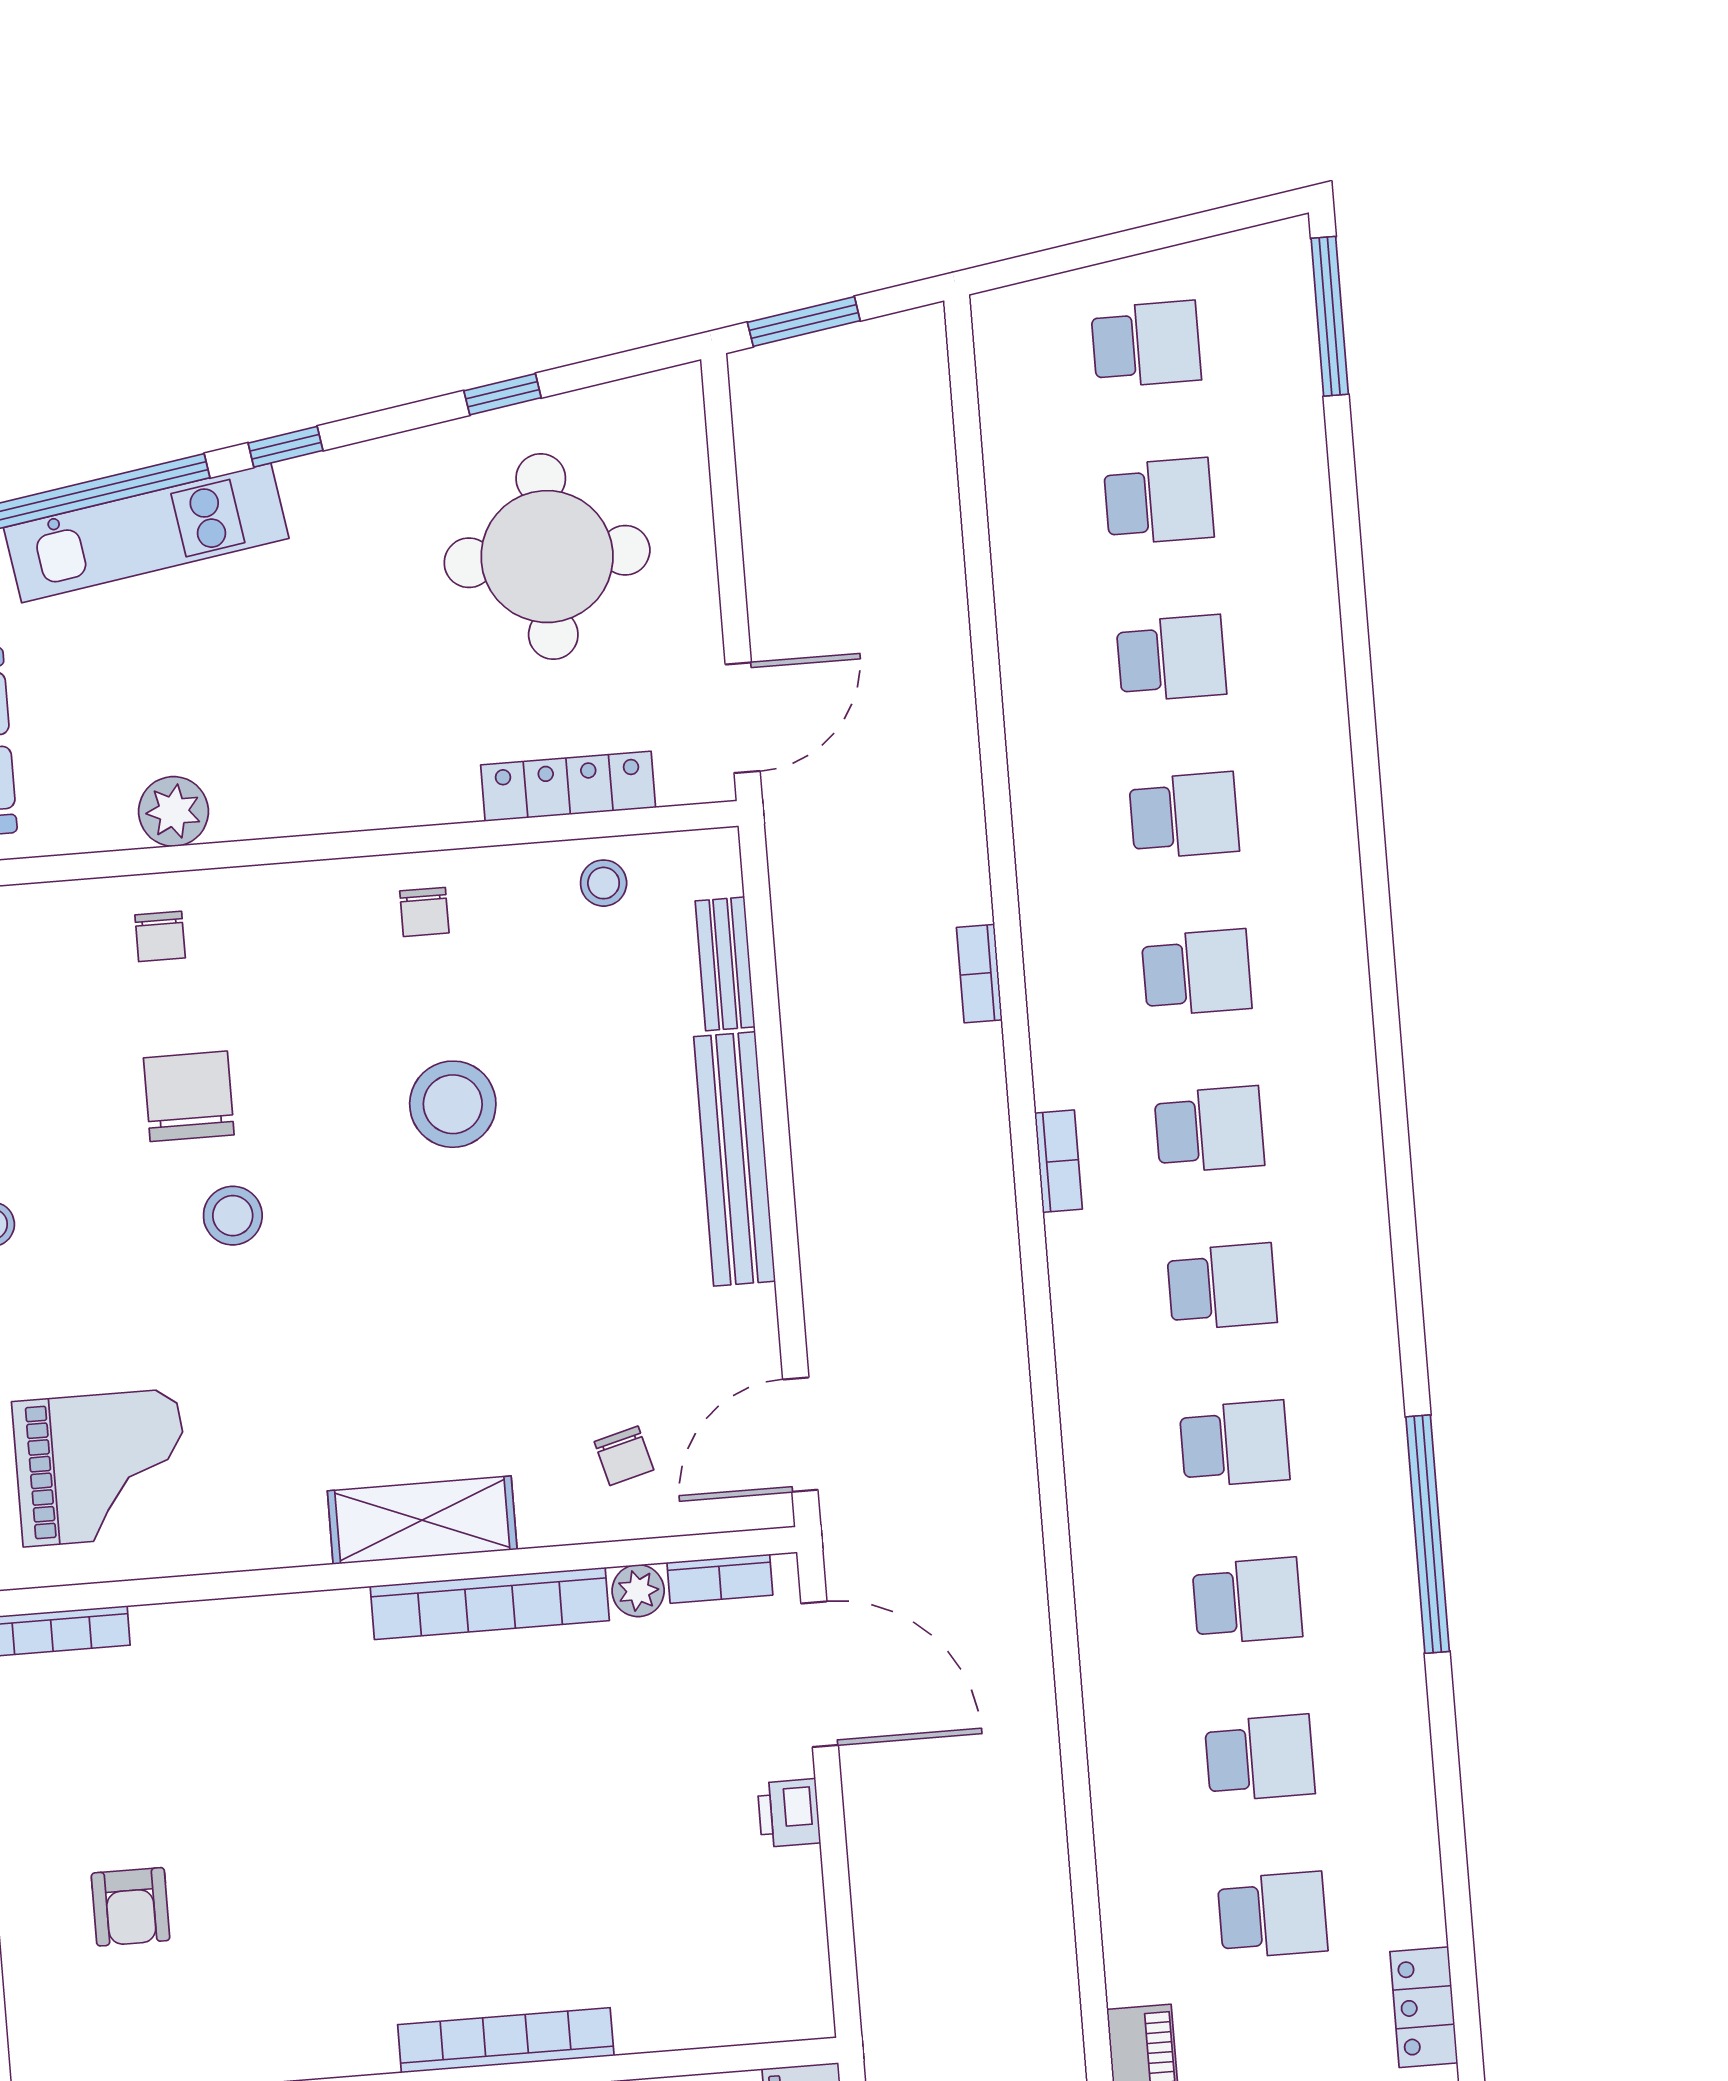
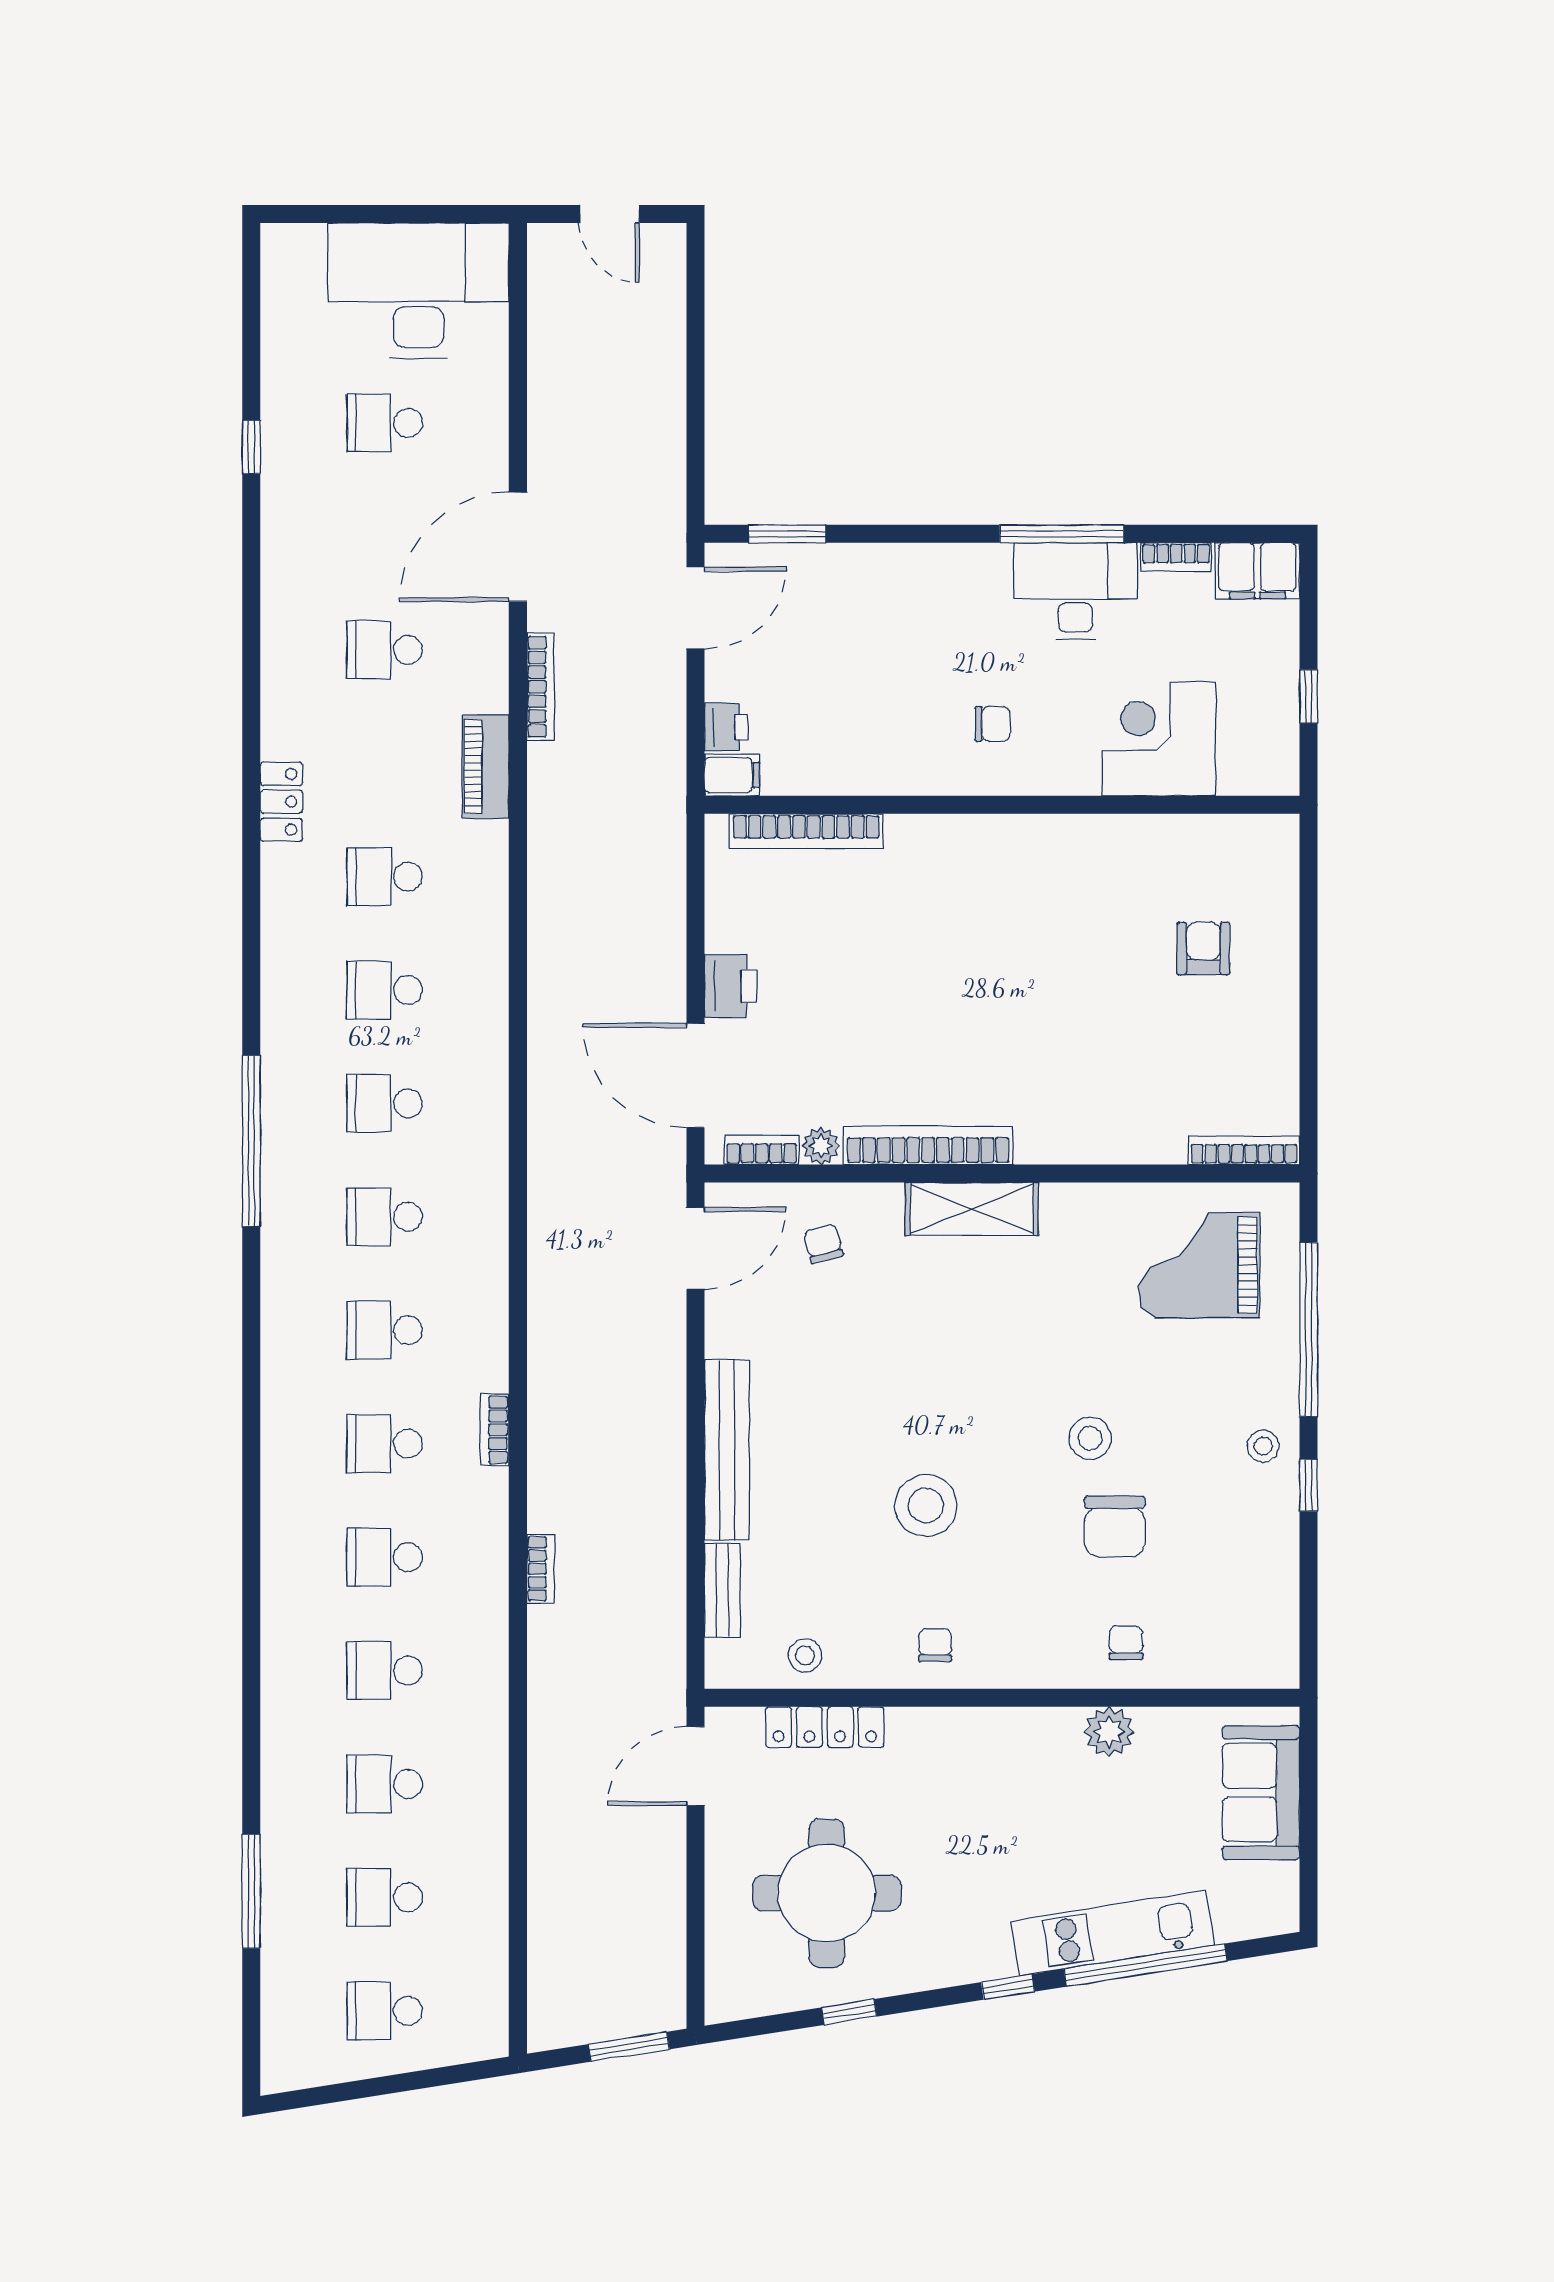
window: (1330, 316) -> (251, 1891), moved
printer: (789, 1813) -> (731, 986), width x1.36, depth x1.24
bookcase: (506, 2040) -> (806, 831), moved

